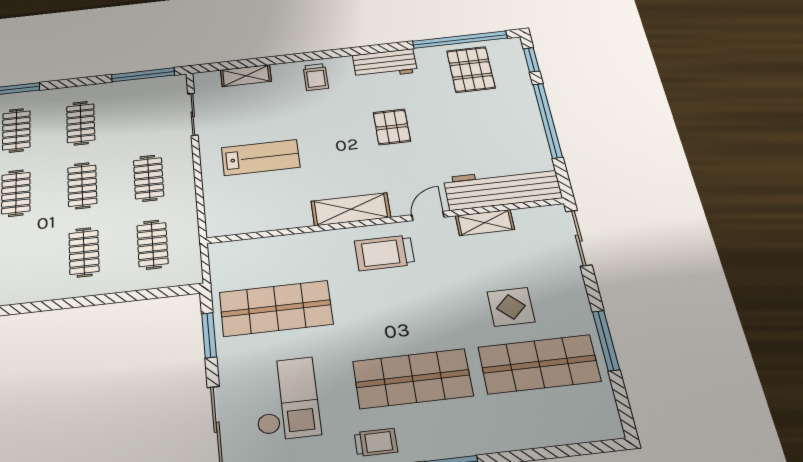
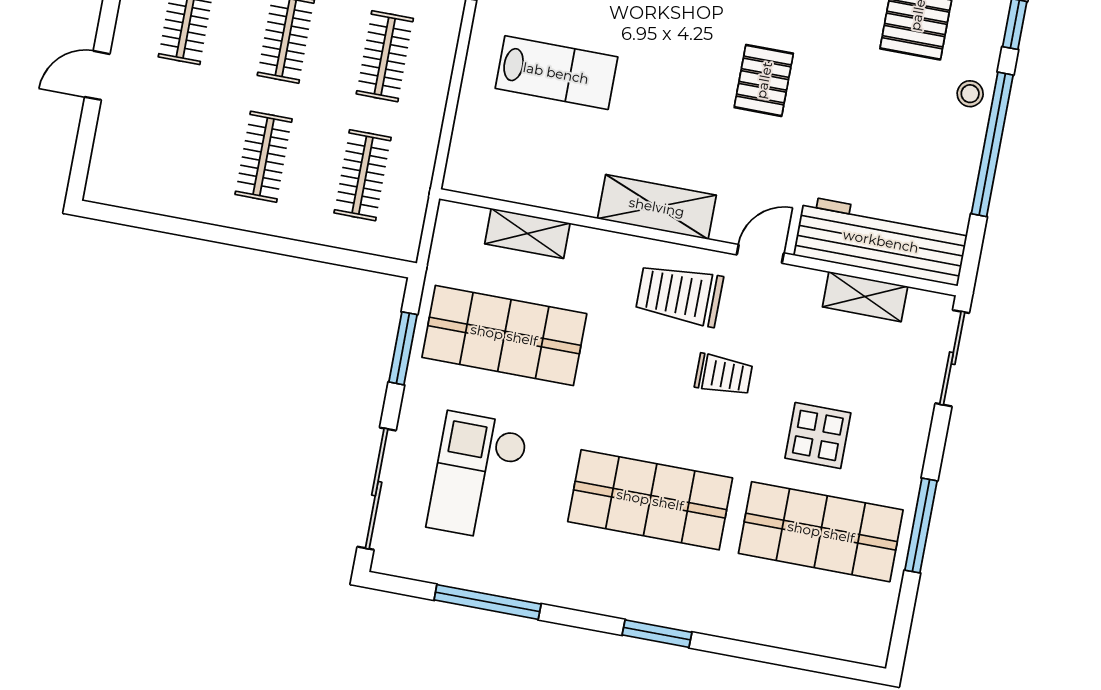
stool: (521, 100) -> (970, 94), added
shelving: (485, 223) -> (865, 297), moved
shelving: (272, 247) -> (527, 233), added
checkout: (286, 399) -> (478, 476), turned 180
trolley: (376, 442) -> (724, 375), moved

